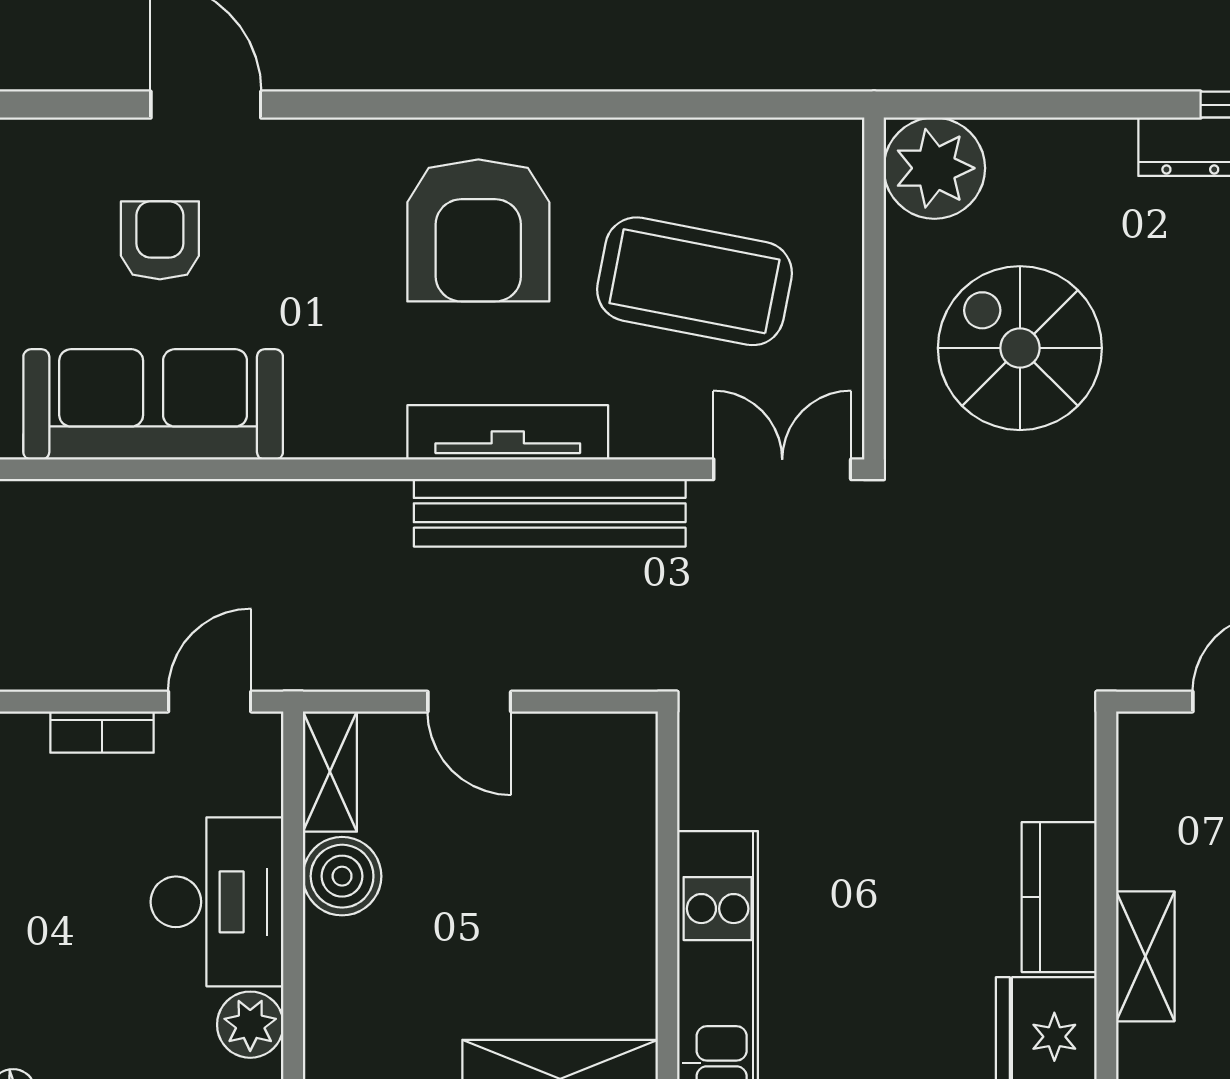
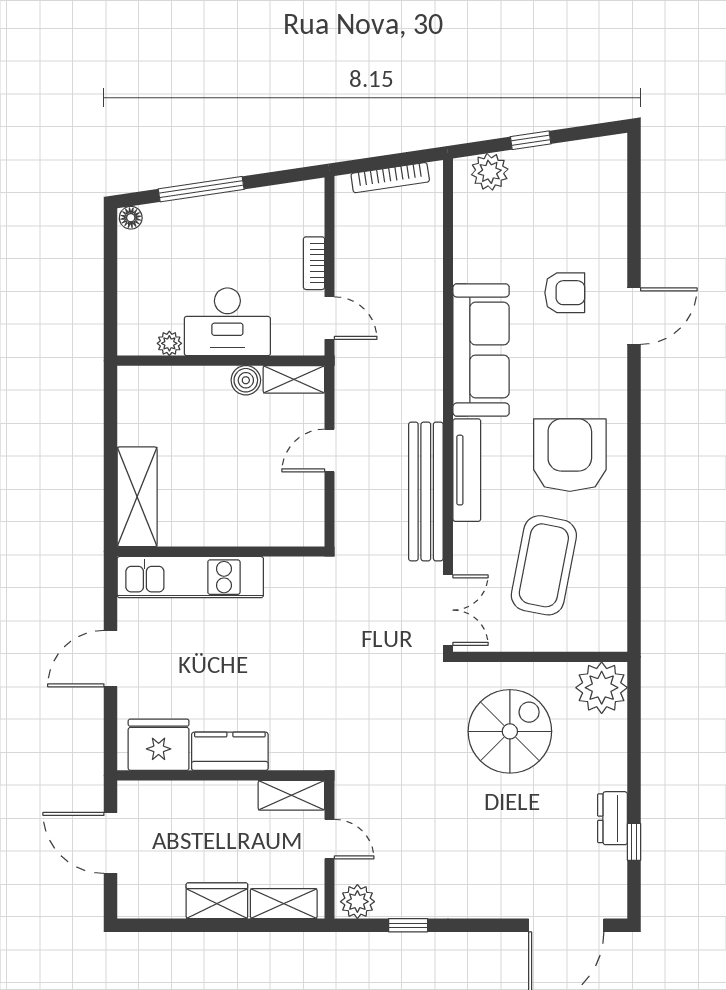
armchair: (478, 230) -> (570, 455), turned 90
sofa: (153, 404) -> (481, 350), moved
boiler: (342, 876) -> (246, 380), width x0.73, depth x0.73
shelving: (1145, 956) -> (291, 795), moved
plant: (250, 1025) -> (169, 343), width x0.73, depth x0.73

